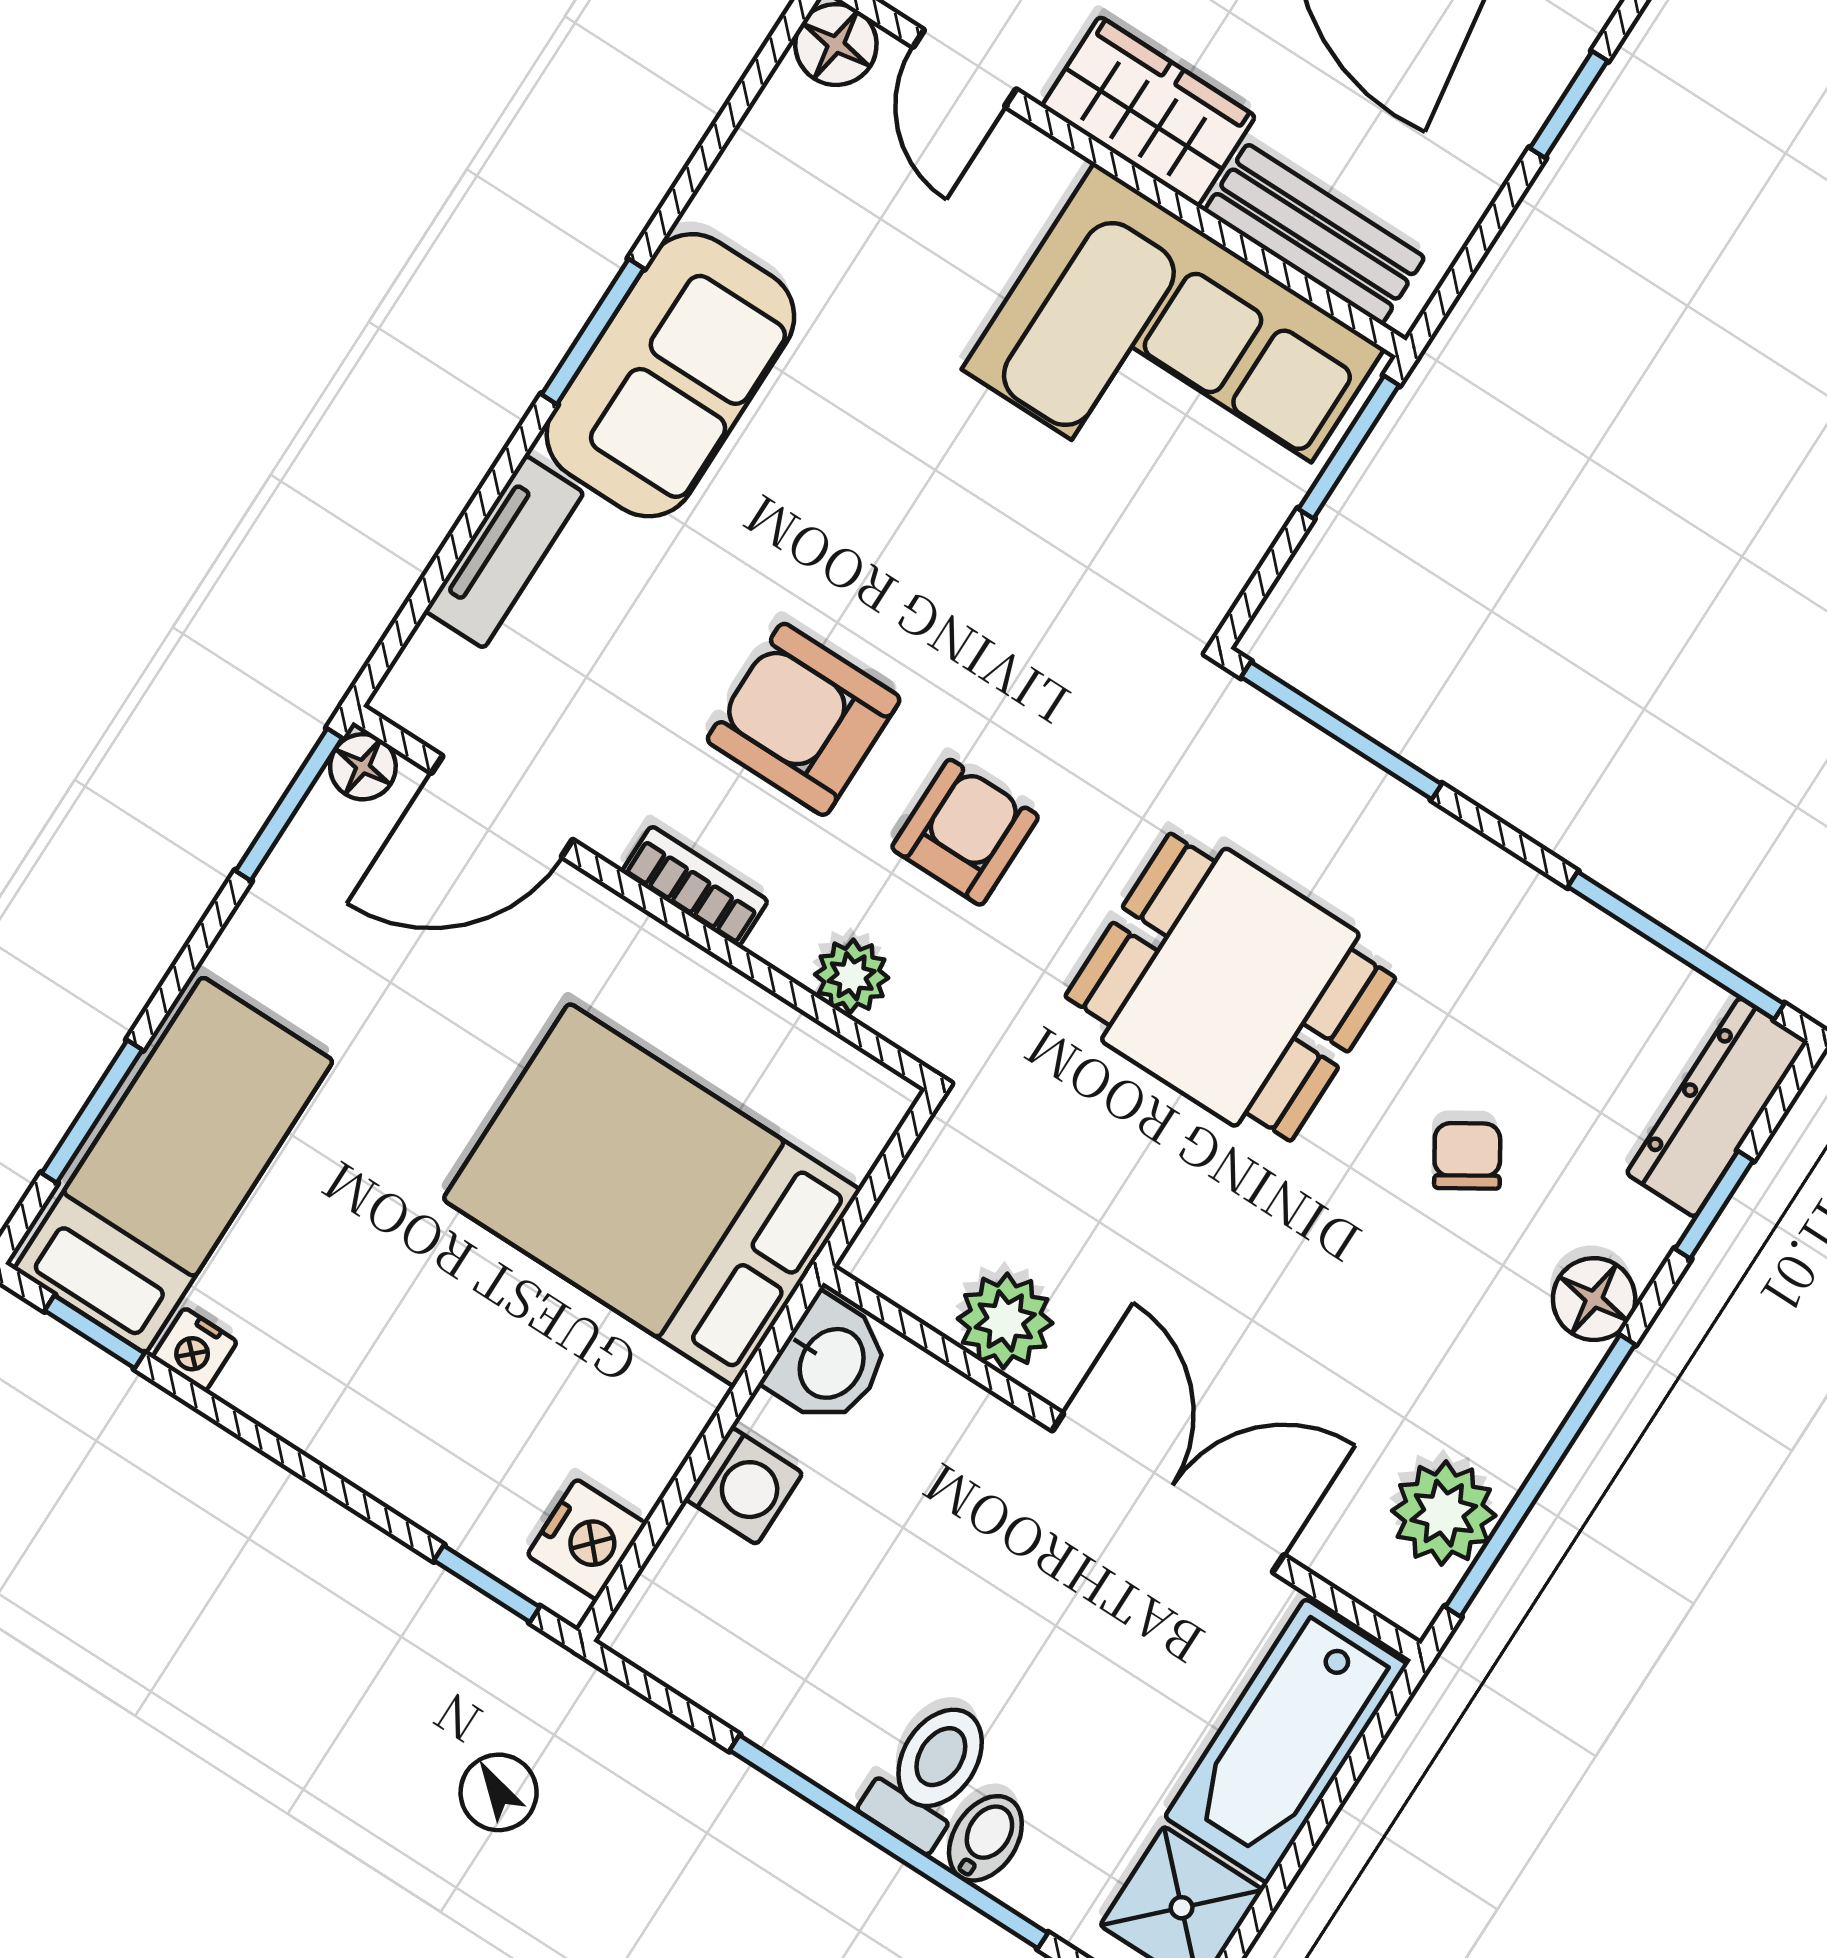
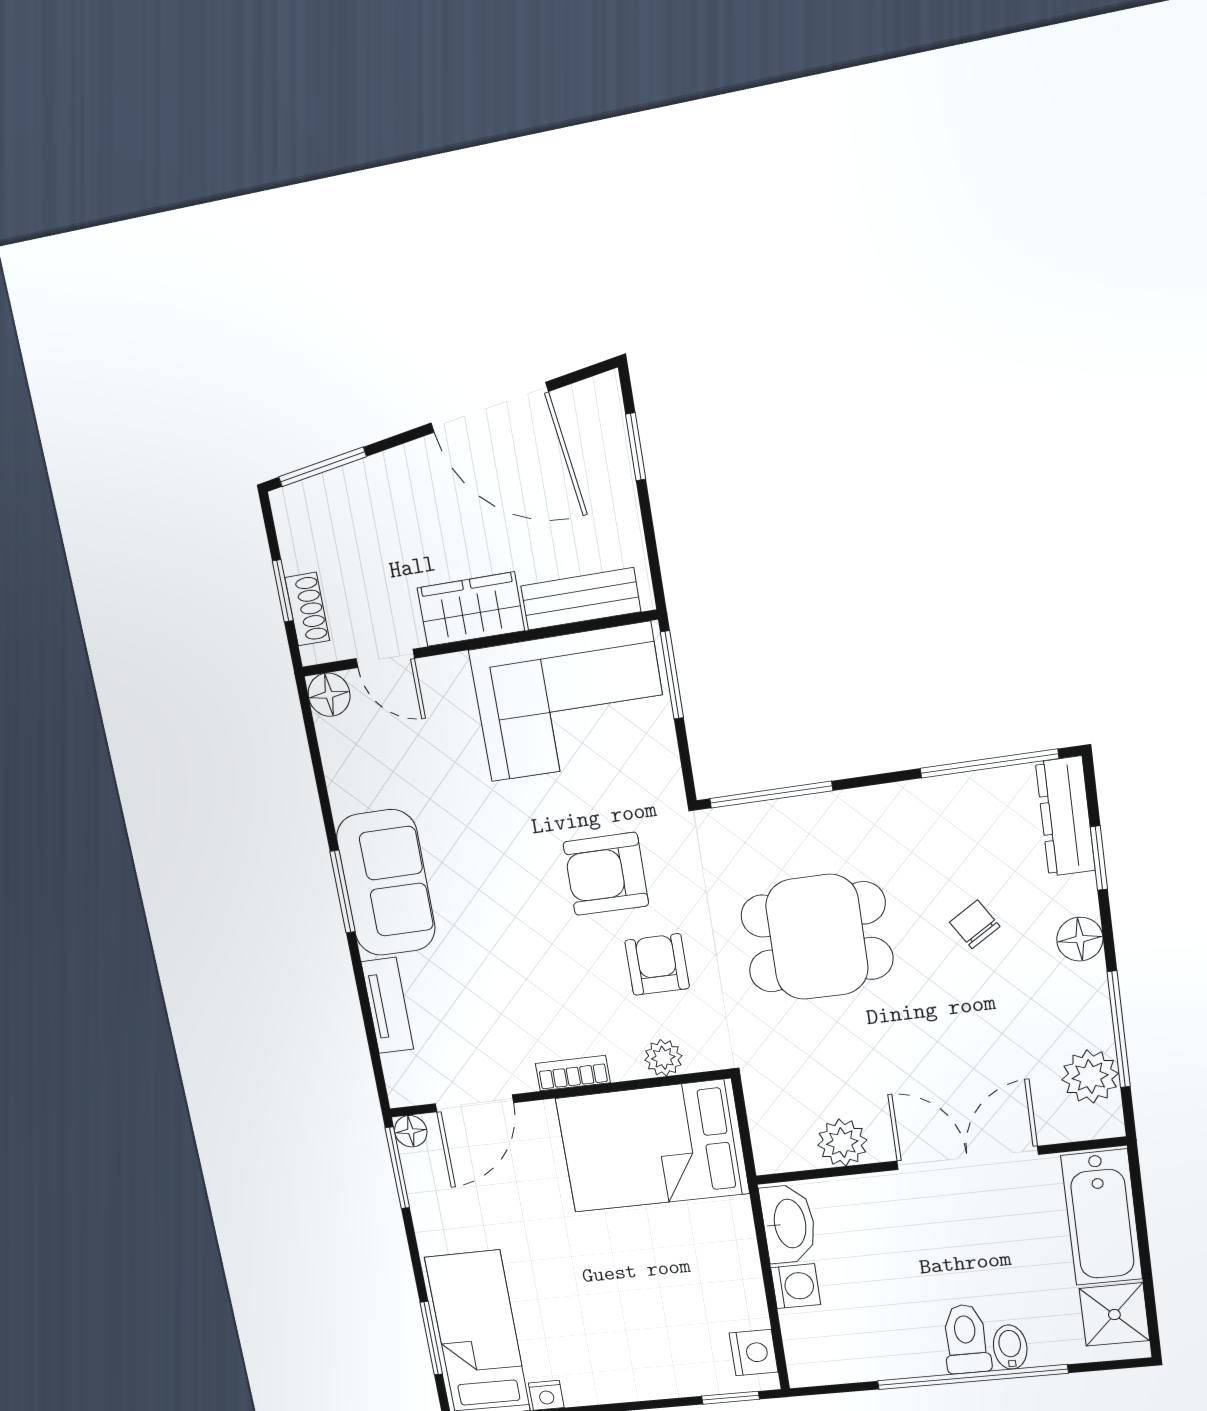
armchair: (804, 719) -> (606, 874), moved
bed: (652, 1195) -> (652, 1146), moved
washbasin: (829, 1362) -> (789, 1224), width x1.38
window: (1540, 1476) -> (1119, 1029), width x0.68

